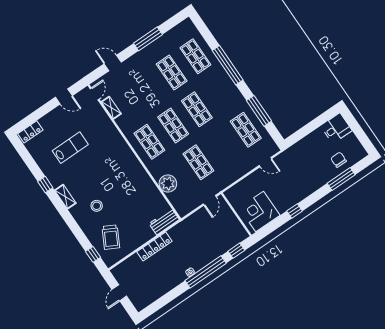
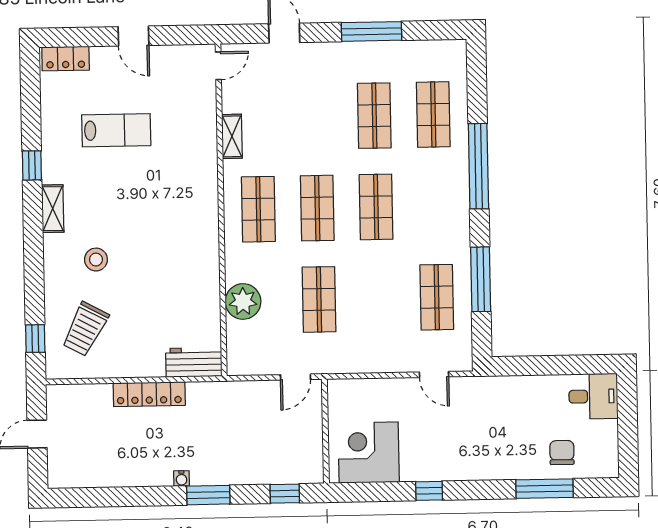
door: (64, 96) -> (133, 36), moved
shelving: (111, 108) -> (232, 136), moved
window: (206, 272) -> (208, 495), width x0.47

